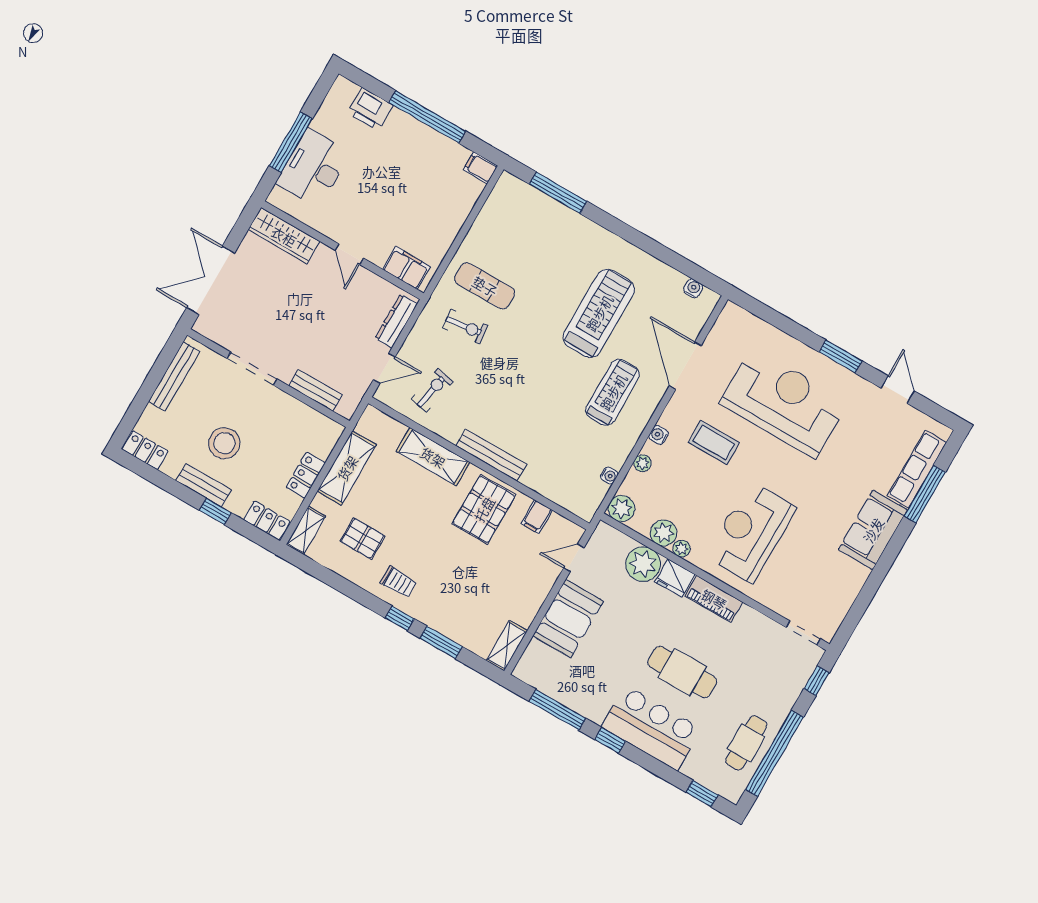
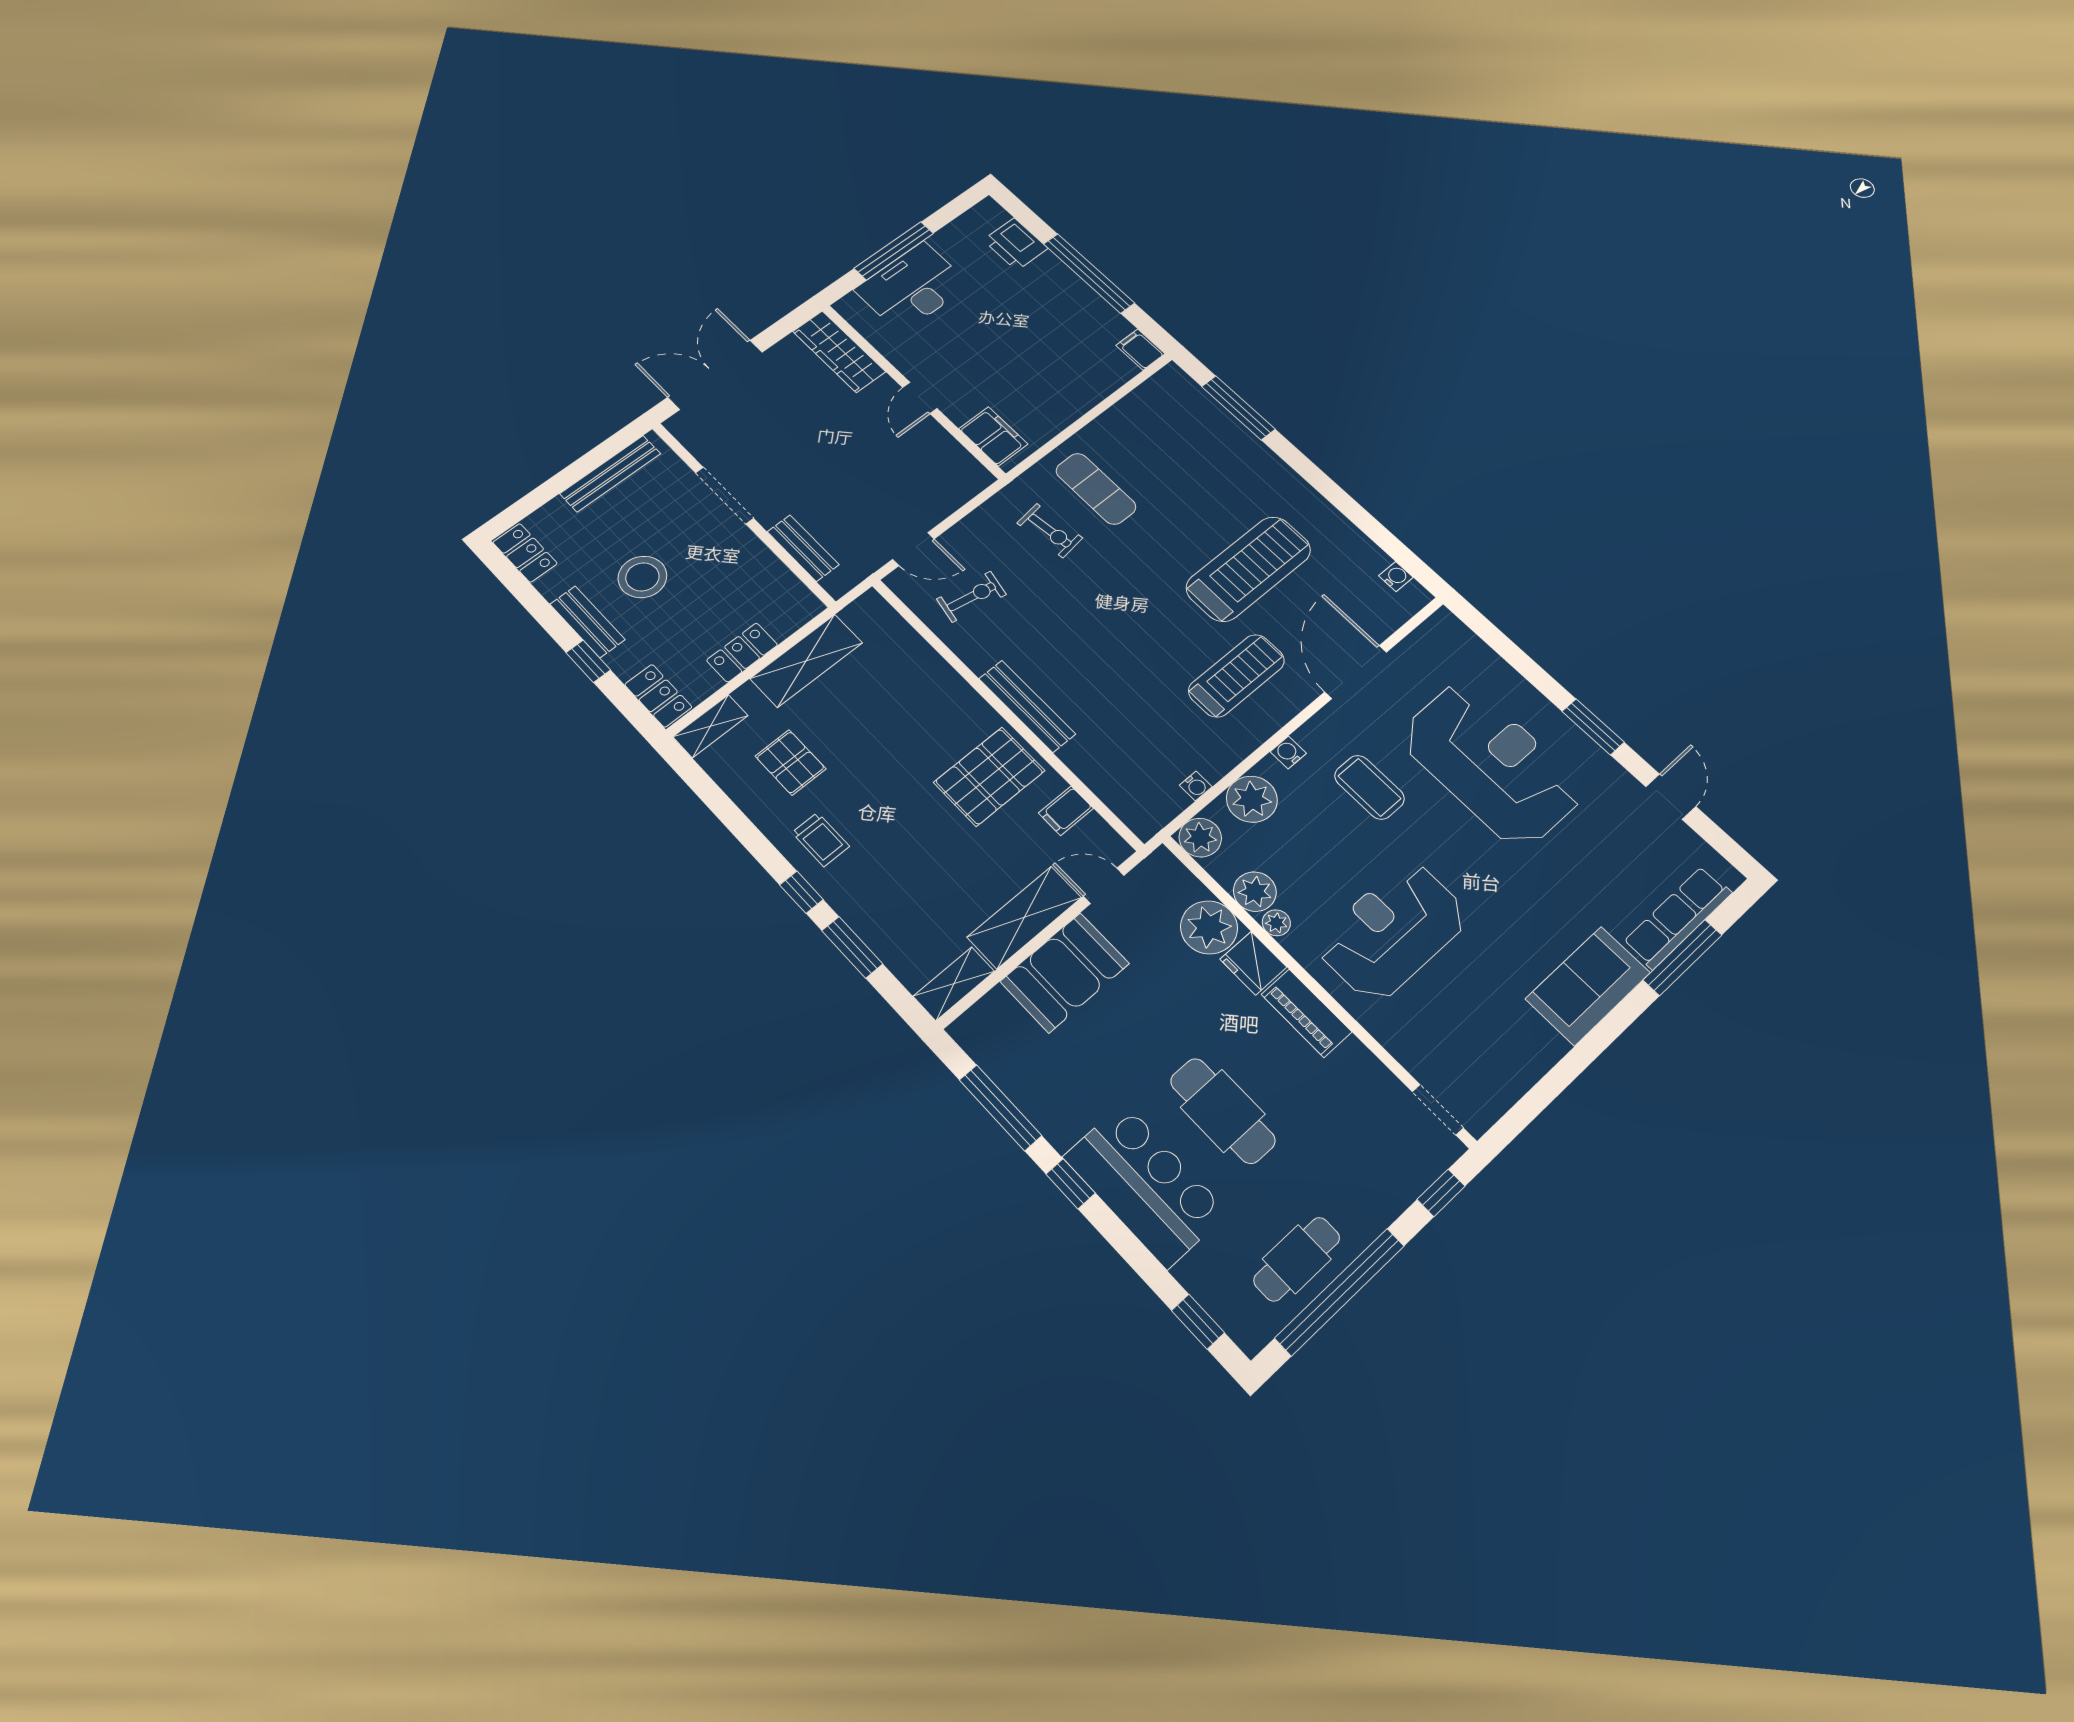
dresser: (396, 321) -> (954, 496), removed
shelving: (433, 457) -> (1024, 917), moved, turned 90
plant: (642, 463) -> (1252, 799), width x1.87, depth x1.87

